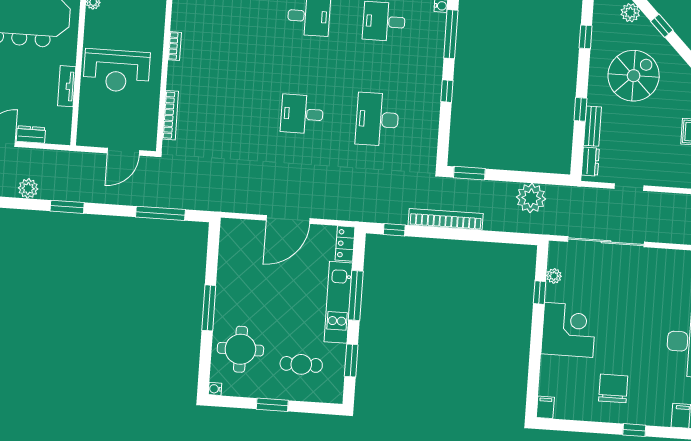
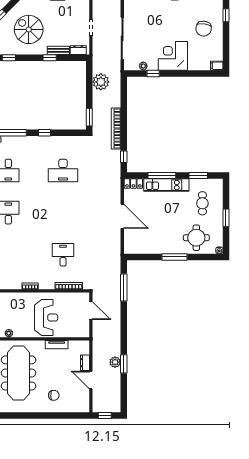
desk: (302, 114) -> (63, 255), moved, turned 180
window: (67, 207) -> (124, 364), moved
chair: (613, 388) -> (204, 29), turned -82

